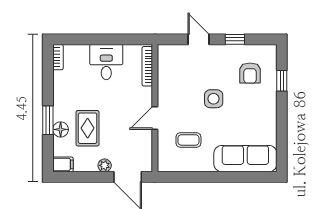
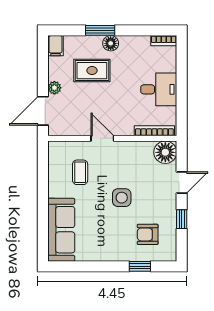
floor lamp: (169, 56) -> (165, 152), added
floor lamp: (61, 129) -> (111, 43), moved

